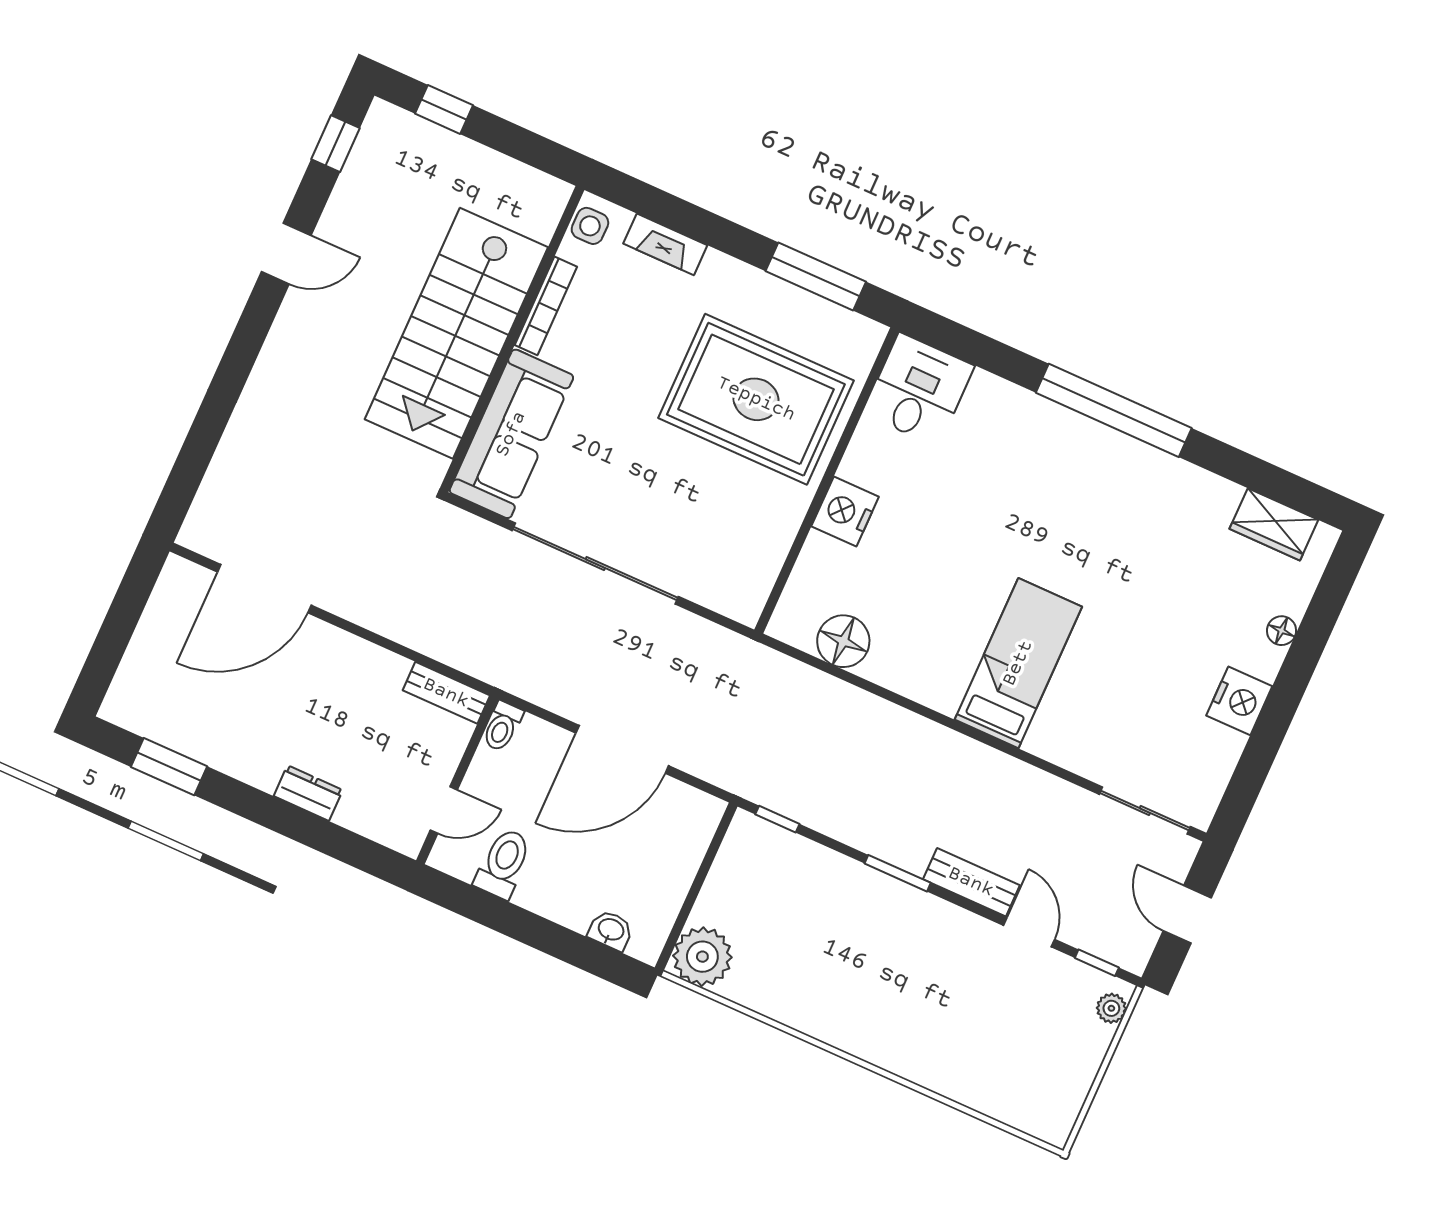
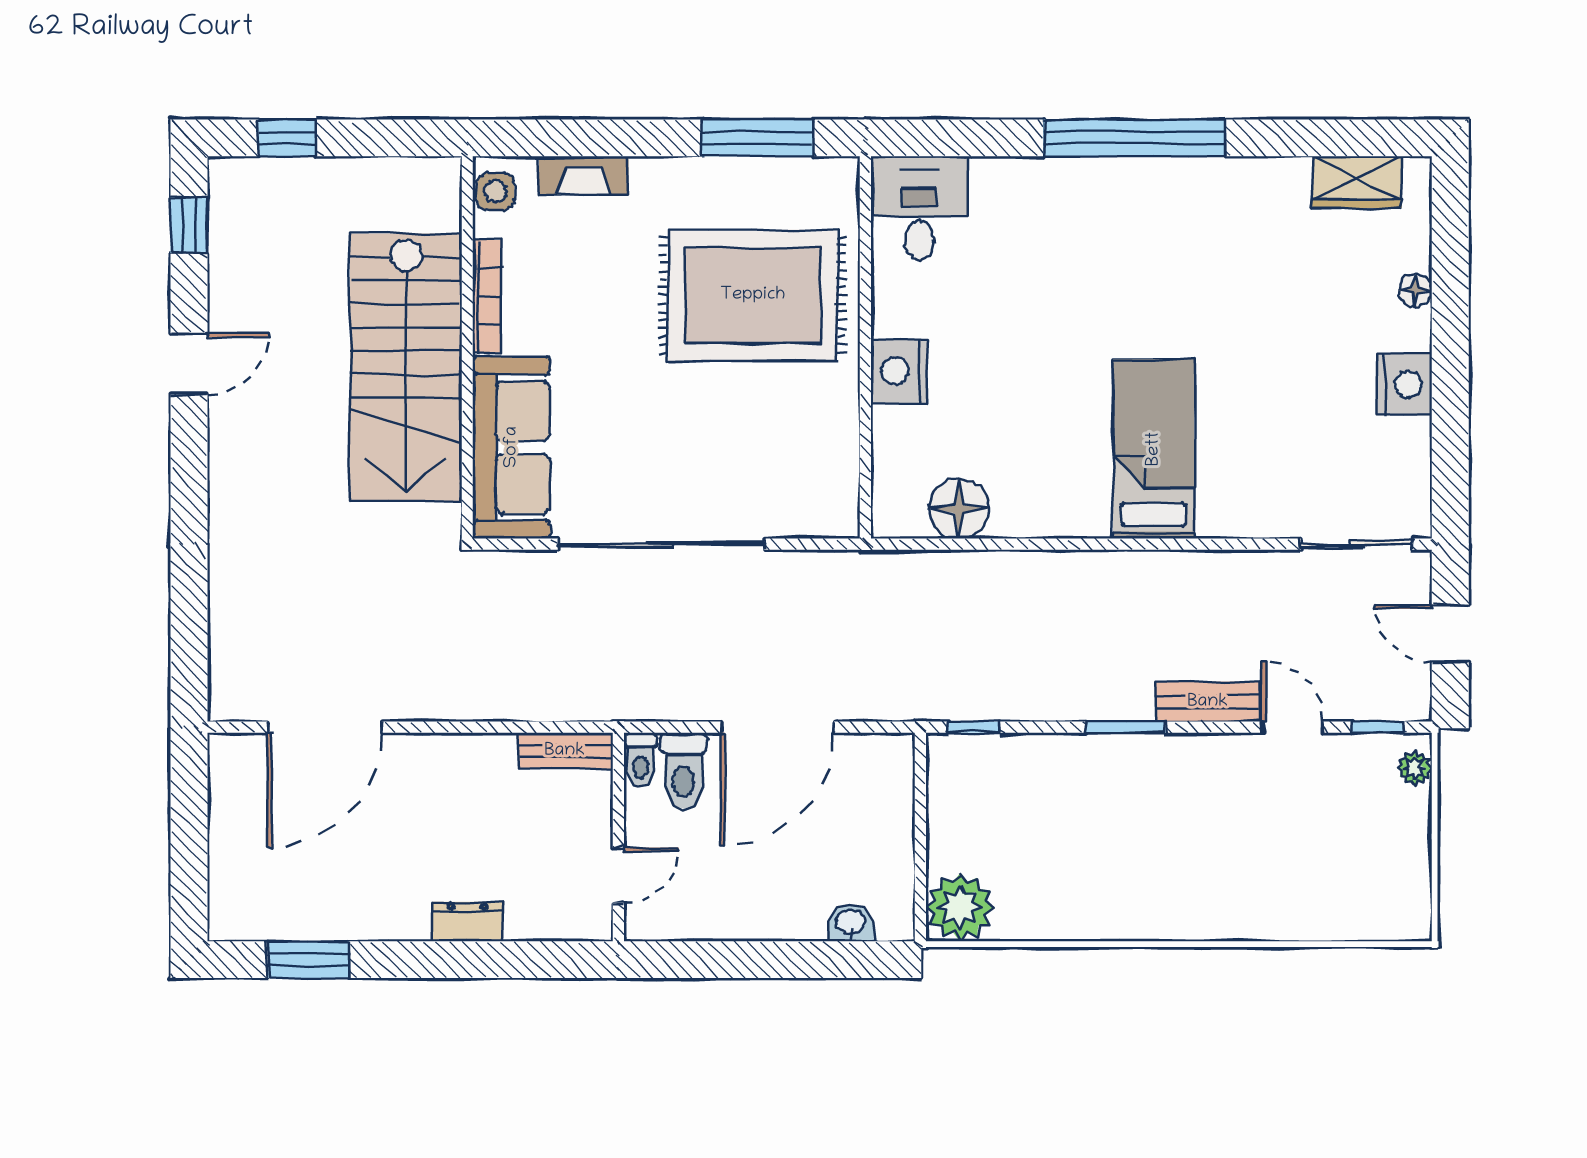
toilet: (503, 863) -> (684, 771), moved, turned 180

